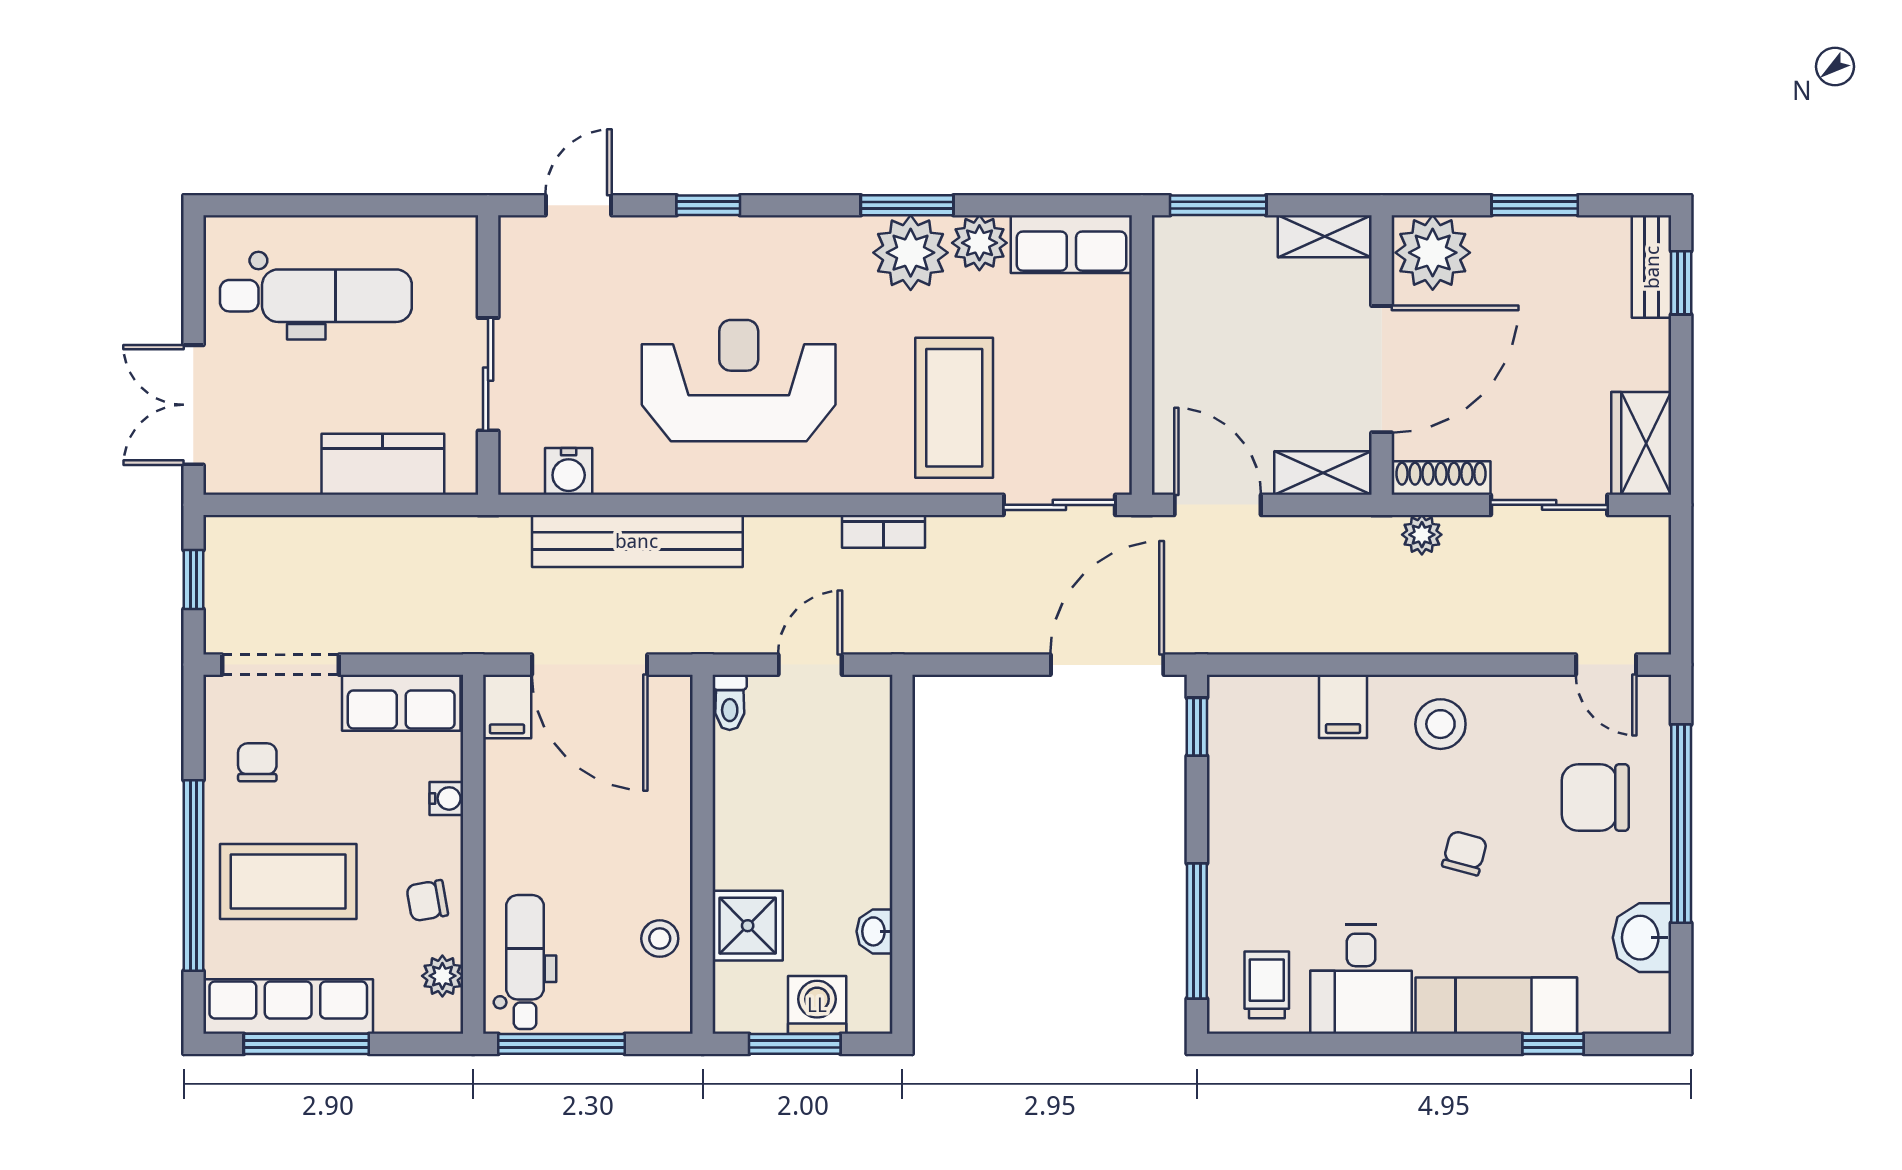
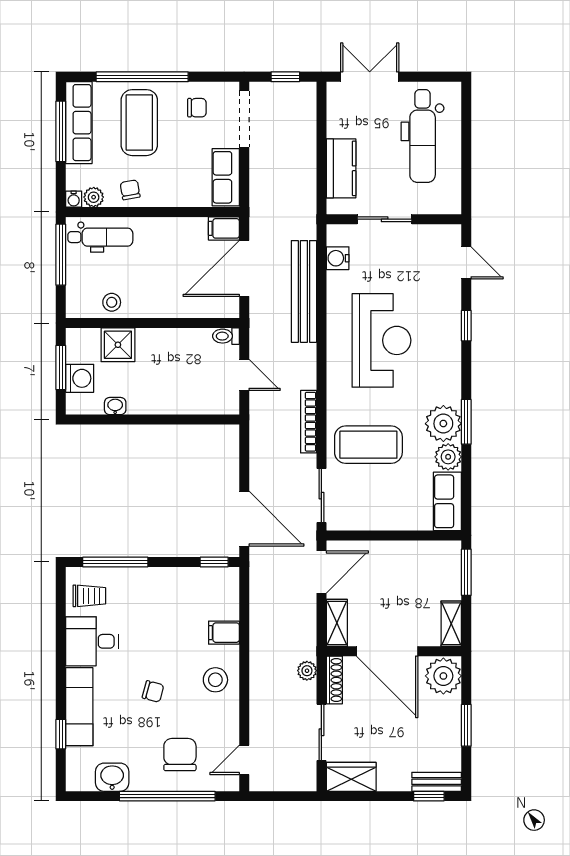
bookcase: (883, 531) -> (309, 422), width x1.56
water cooler: (446, 798) -> (74, 199), moved

